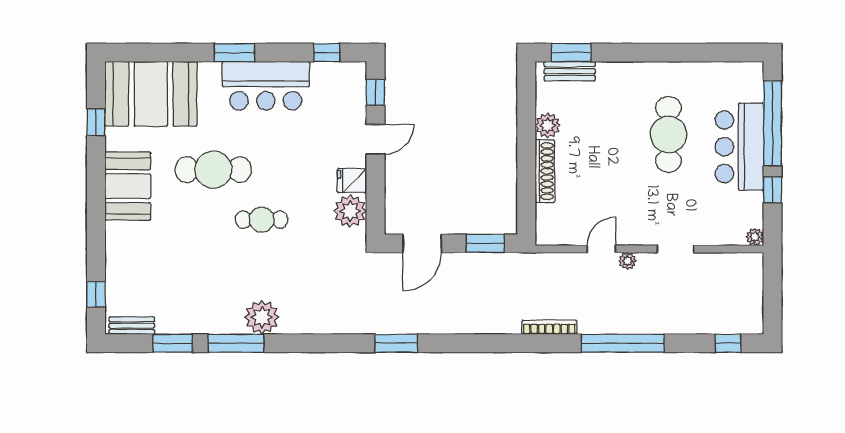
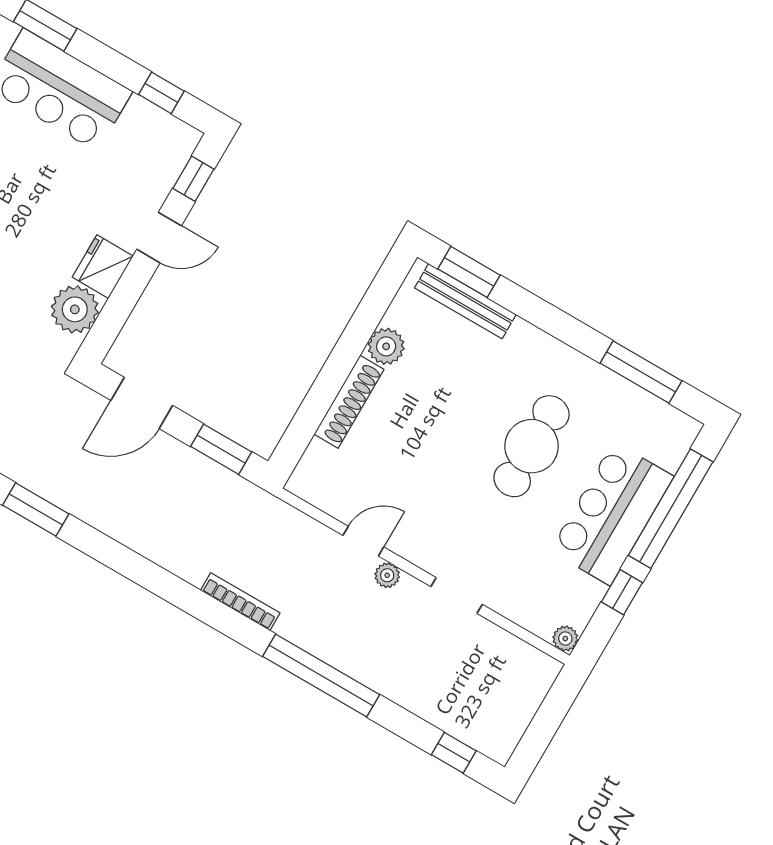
window: (708, 53) -> (641, 372), added
bench: (570, 71) -> (465, 301), width x1.36
fridge: (352, 181) -> (103, 267), width x1.38

